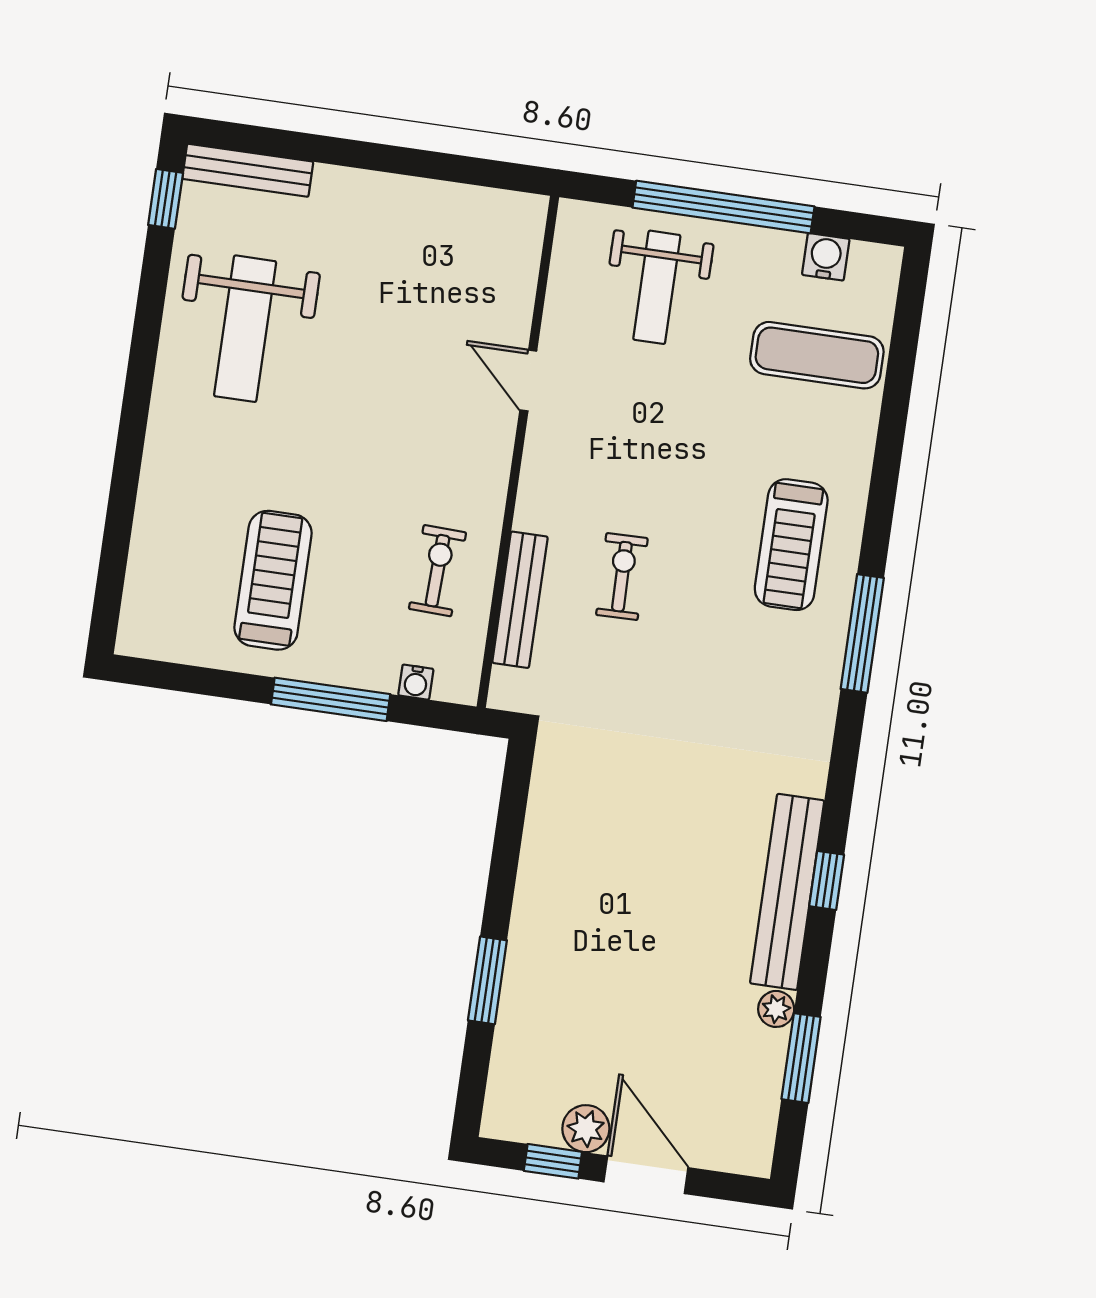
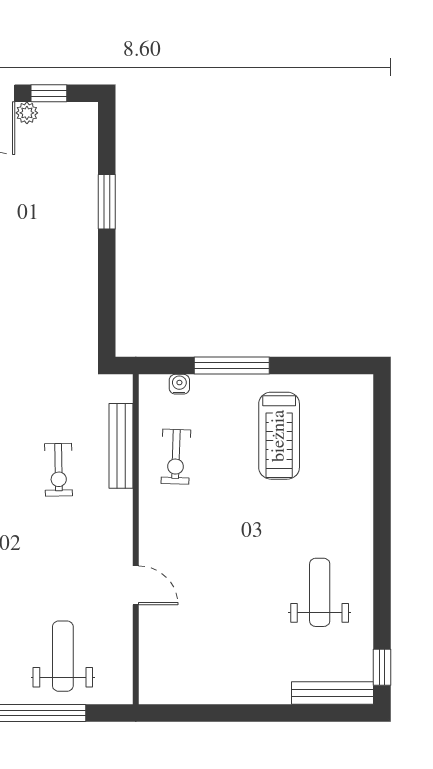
weight bench: (245, 329) -> (320, 592), width x0.73, depth x0.75
plant: (586, 1129) -> (27, 113), width x0.73, depth x0.73

